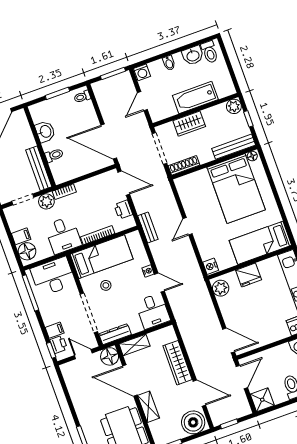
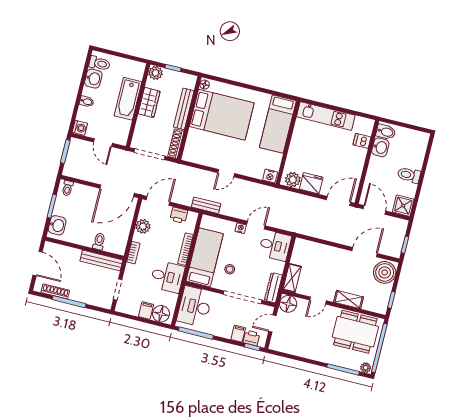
wardrobe: (189, 124) -> (149, 102), moved
washbasin: (45, 132) -> (57, 225), moved, turned 90
bench: (234, 147) -> (184, 109), moved
plant: (46, 201) -> (143, 226), moved
door: (188, 226) -> (226, 173), hinge flipped
fridge: (249, 275) -> (311, 183), moved, turned -90
wardrobe: (177, 363) -> (329, 253), removed
door: (130, 380) -> (318, 300), width x0.53

